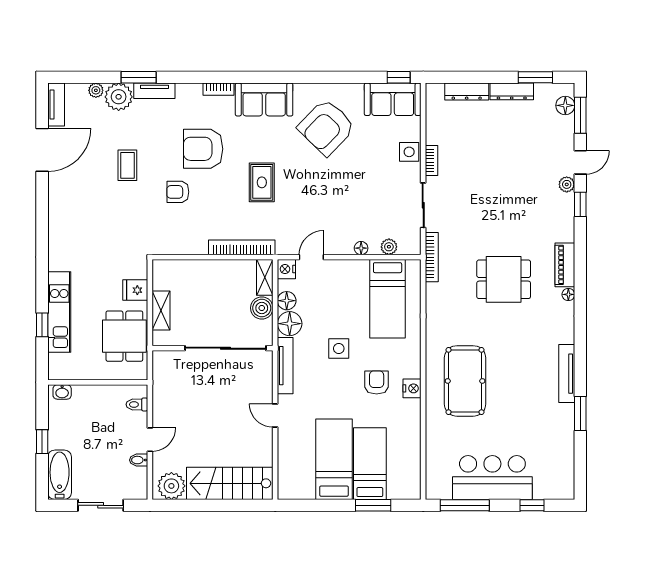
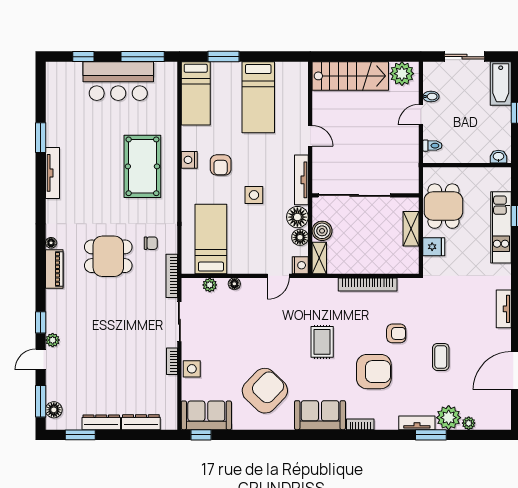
tv unit: (56, 105) -> (504, 309), moved
bookcase: (242, 247) -> (368, 284), moved
chair: (456, 294) -> (151, 243), added
bed: (370, 464) -> (196, 93), moved

